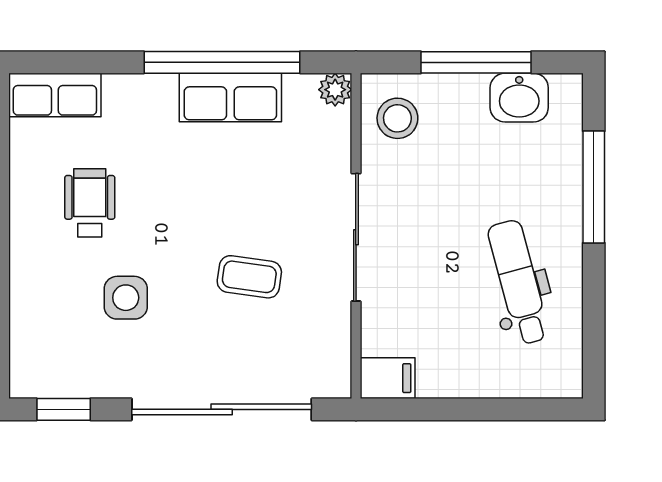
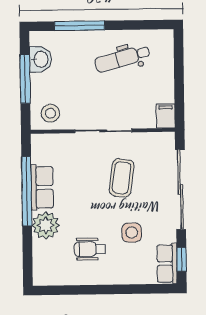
plant: (335, 90) -> (46, 225), moved, width x1.88, depth x1.88
row of seats: (55, 95) -> (167, 263), moved, turned 180
coffee table: (249, 277) -> (122, 178), width x1.36, depth x1.30

